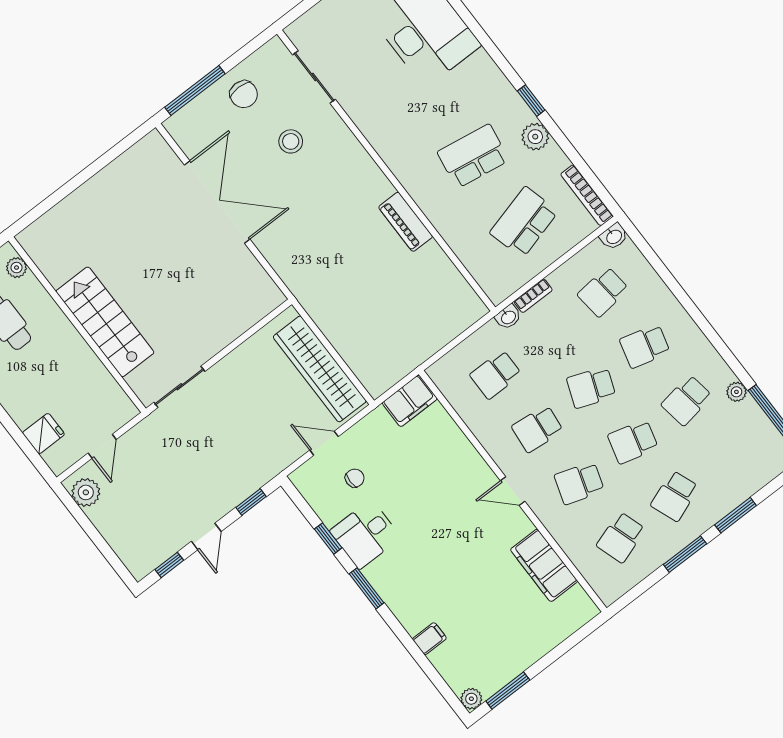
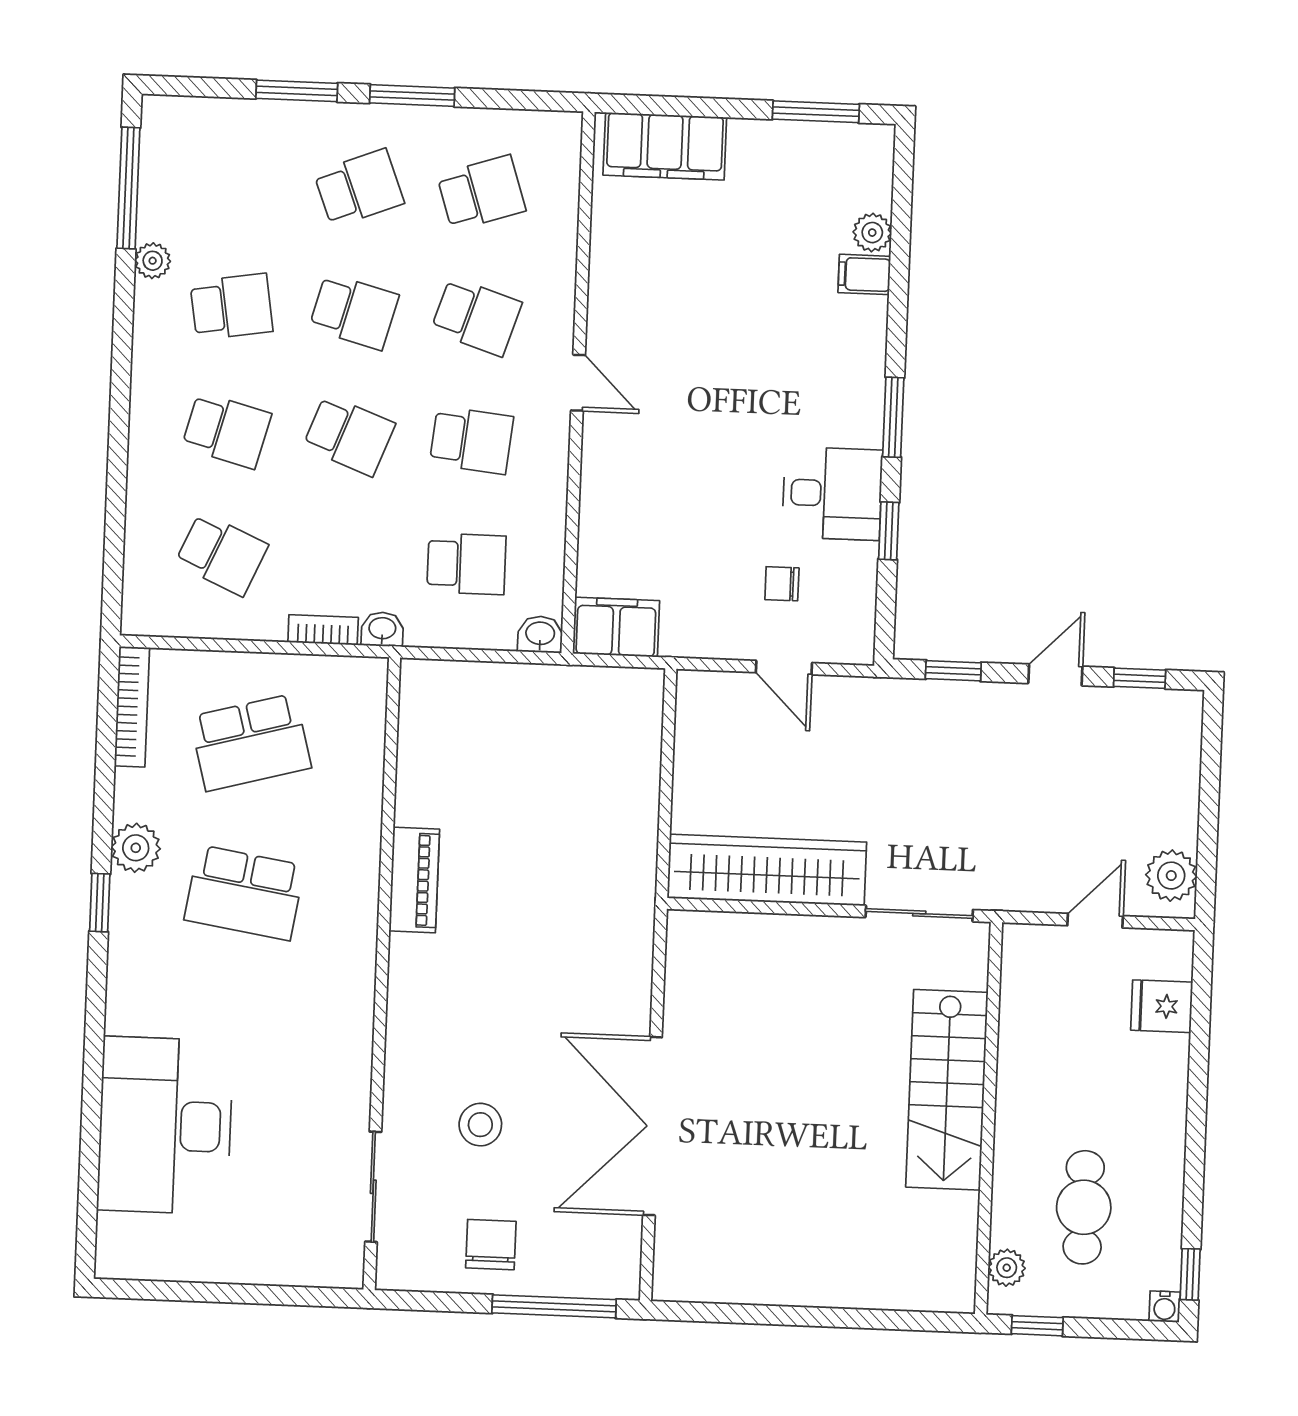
washbasin: (614, 236) -> (540, 634), moved
school desk: (603, 292) -> (222, 554), turned 30
wardrobe: (320, 369) -> (767, 870), moved, turned -90
filing cabinet: (544, 565) -> (665, 146), moved, turned 90
plant: (471, 699) -> (872, 233), moved

